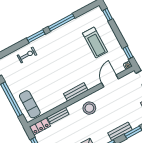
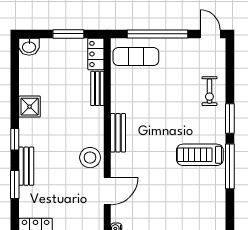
treadmill: (95, 43) -> (200, 155), moved
door: (110, 81) -> (107, 191), hinge flipped
stool: (89, 108) -> (90, 158), moved

